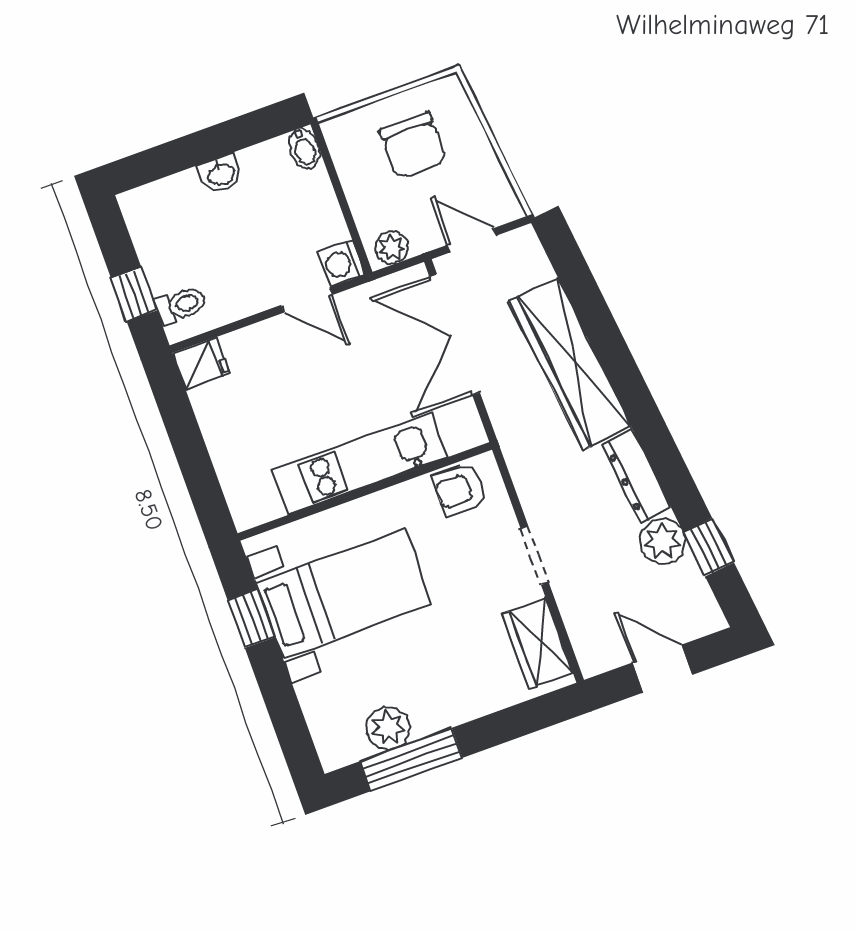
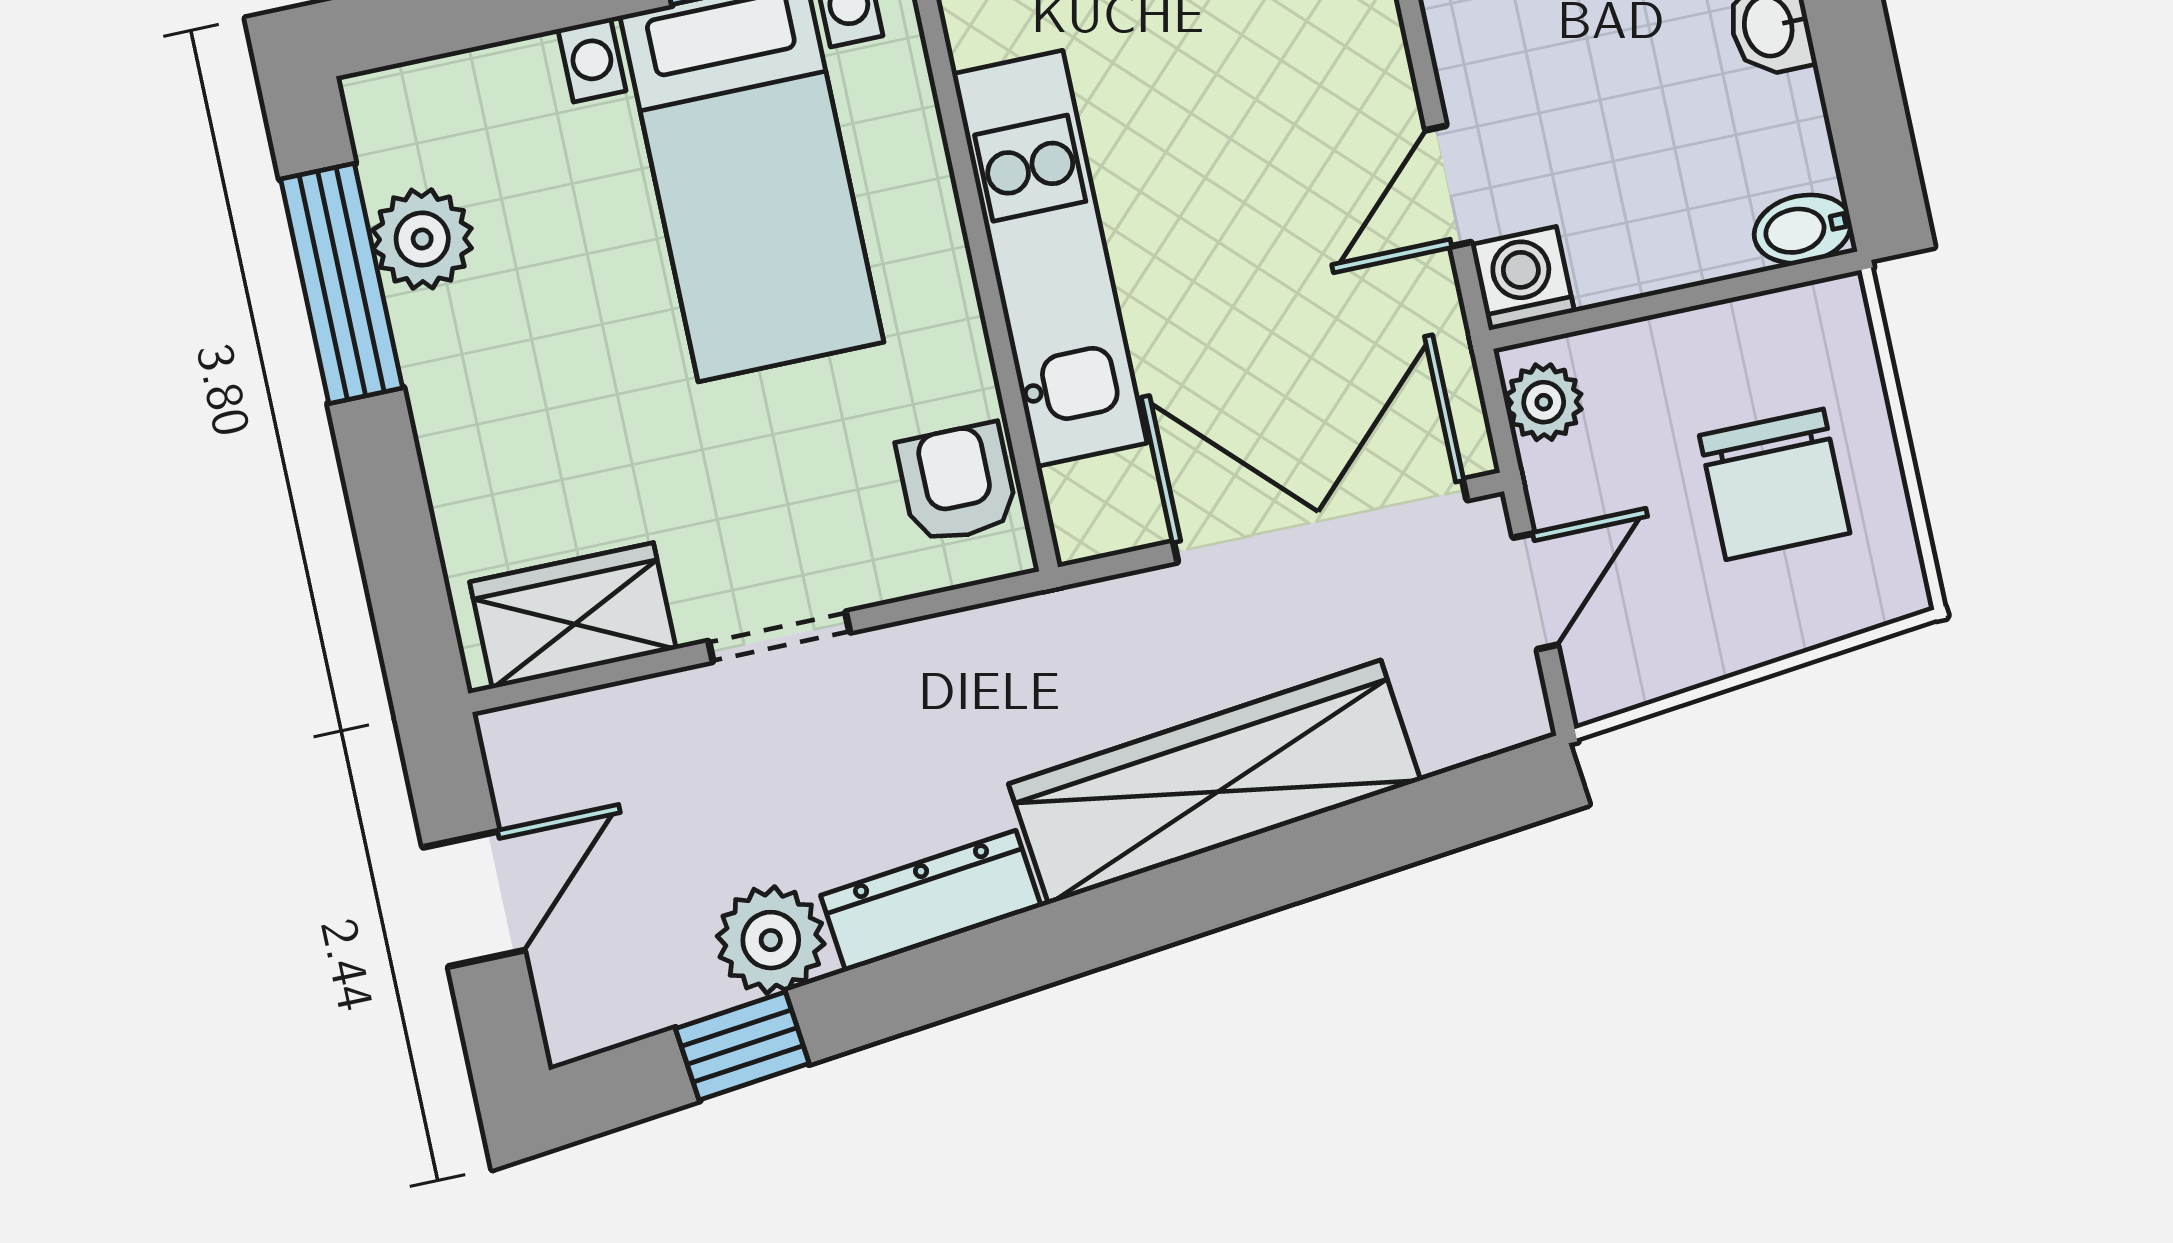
chair: (413, 146) -> (1775, 484), turned -90

